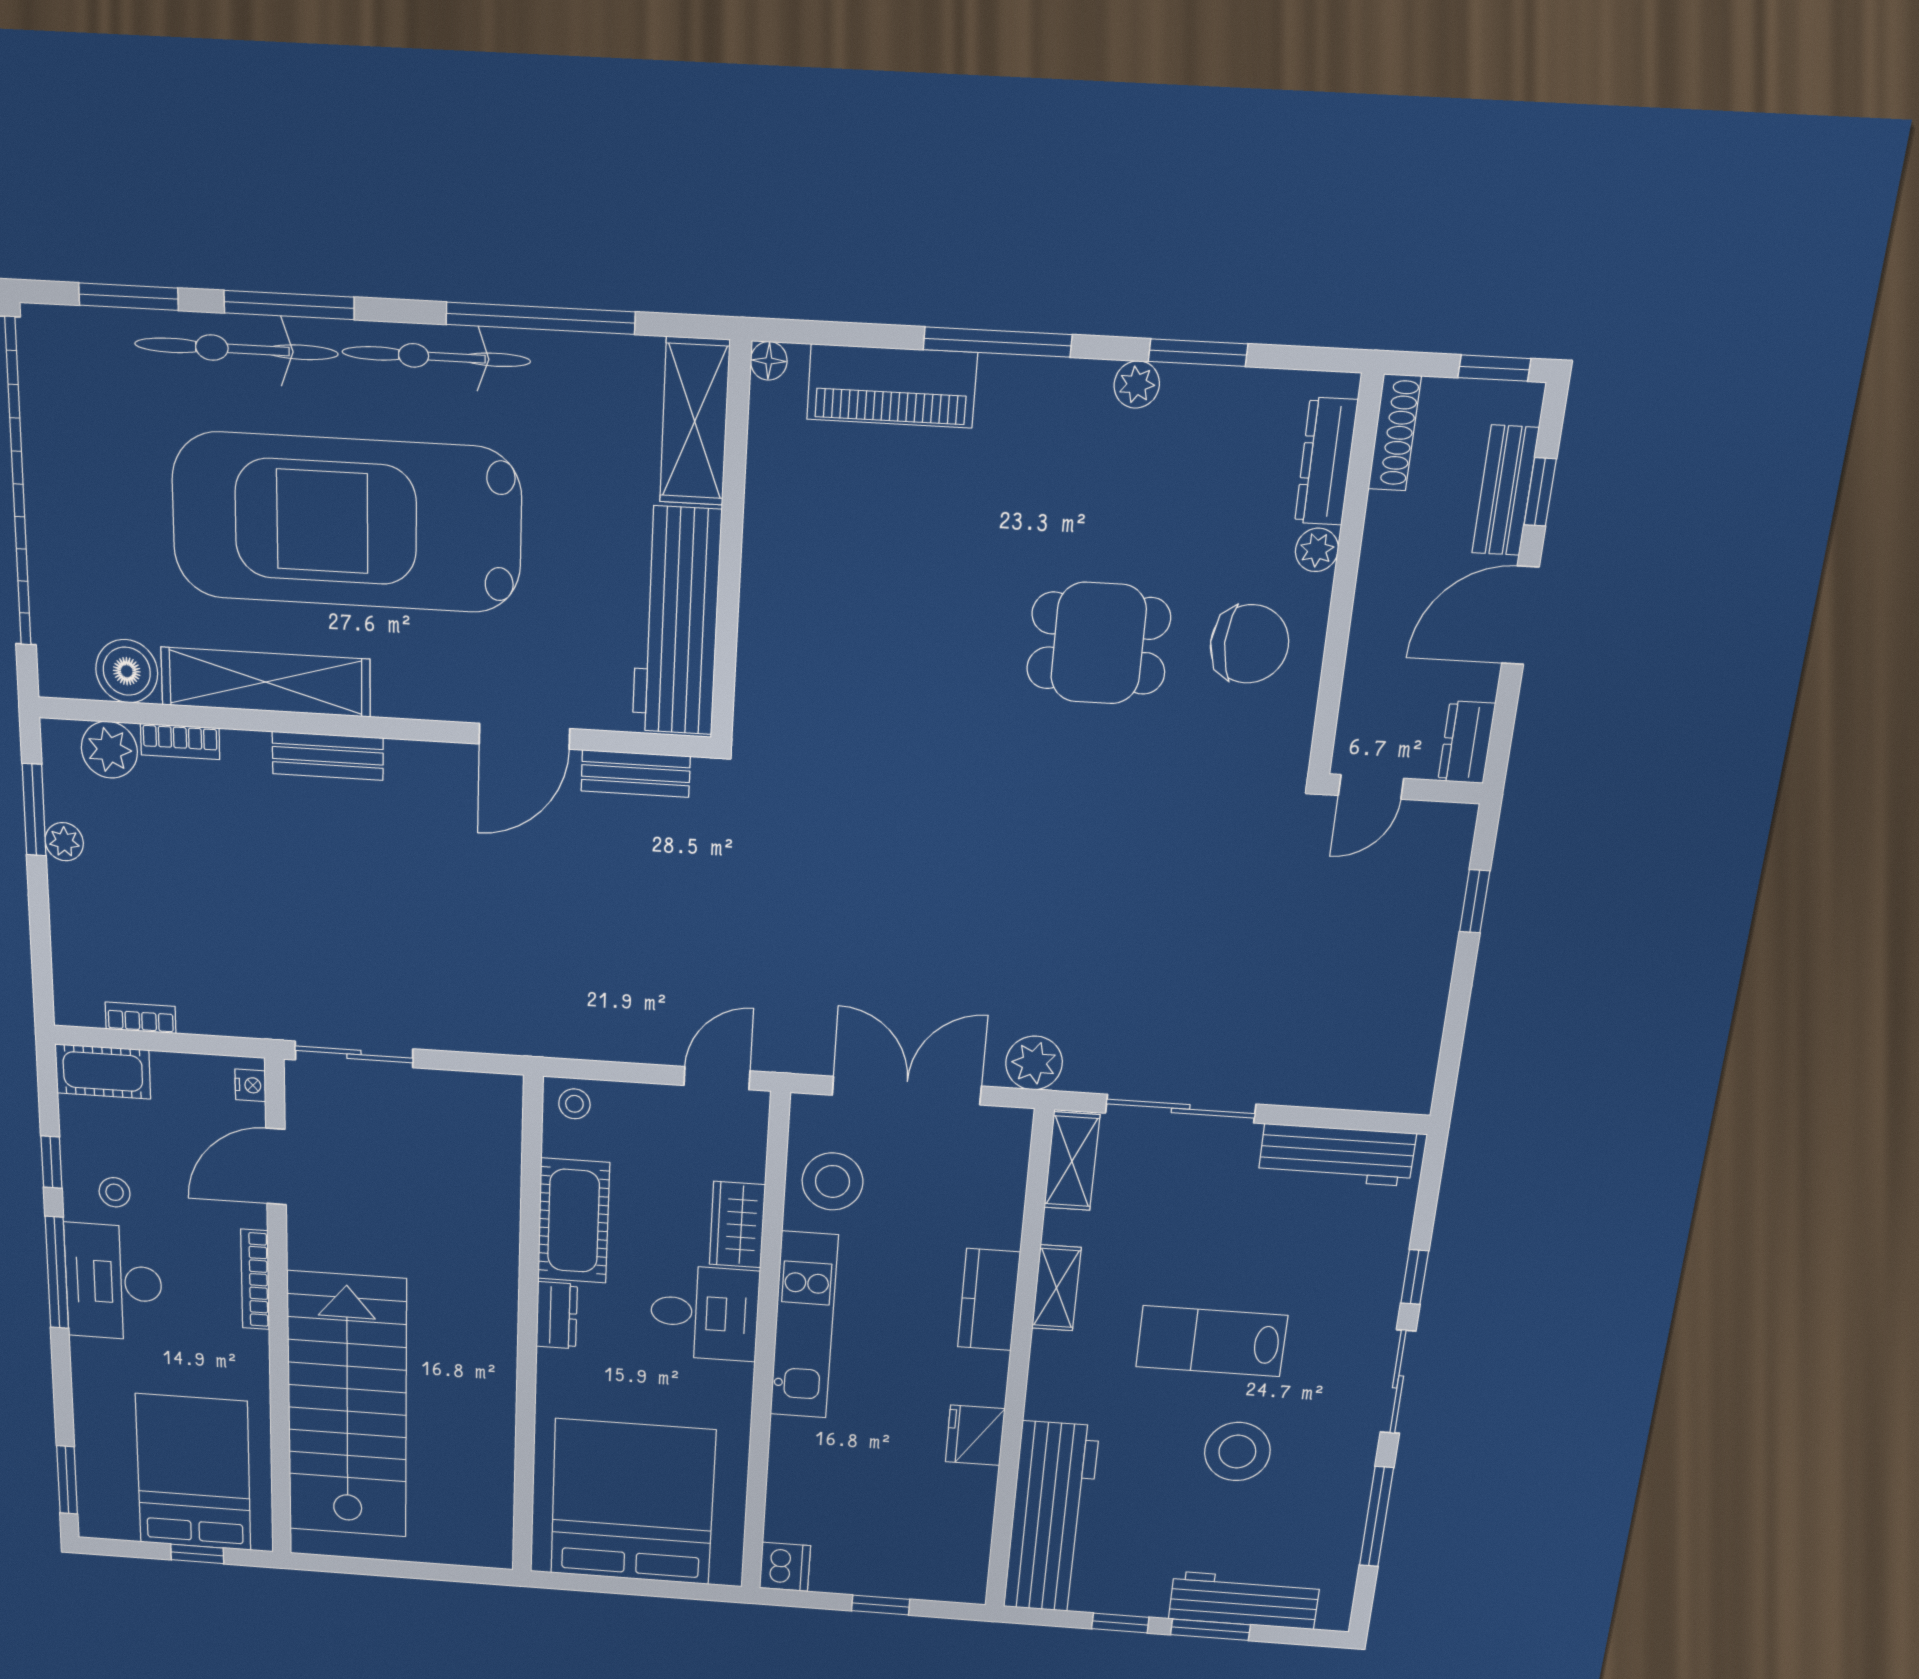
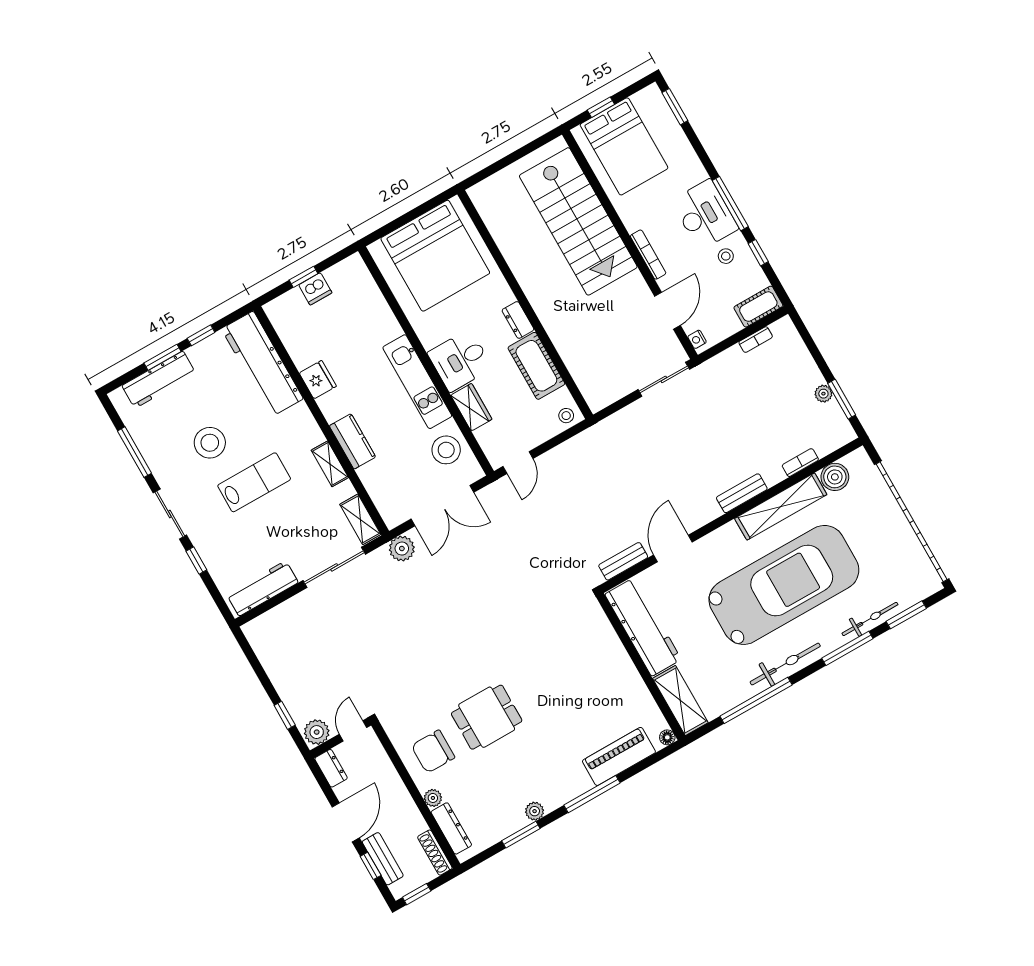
bicycle: (236, 349) -> (870, 619), width x0.73, depth x0.71
plant: (109, 750) -> (317, 732), moved
dishwasher: (785, 1567) -> (315, 289), moved, turned -90

